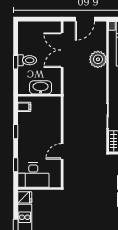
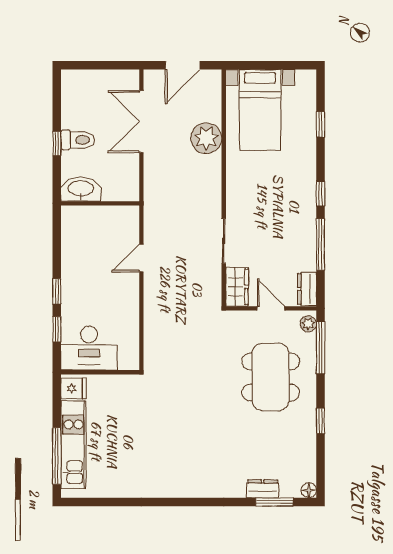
washbasin: (41, 87) -> (81, 189), moved
filing cabinet: (24, 107) -> (73, 224), removed
window: (16, 132) -> (57, 291), moved
door: (62, 151) -> (141, 258), moved

